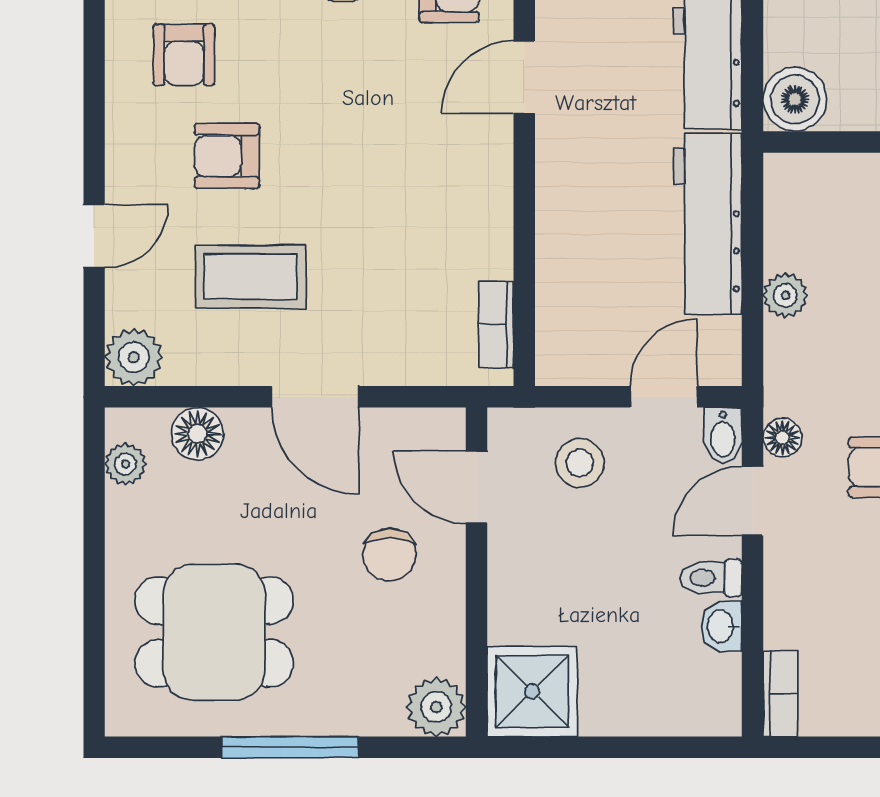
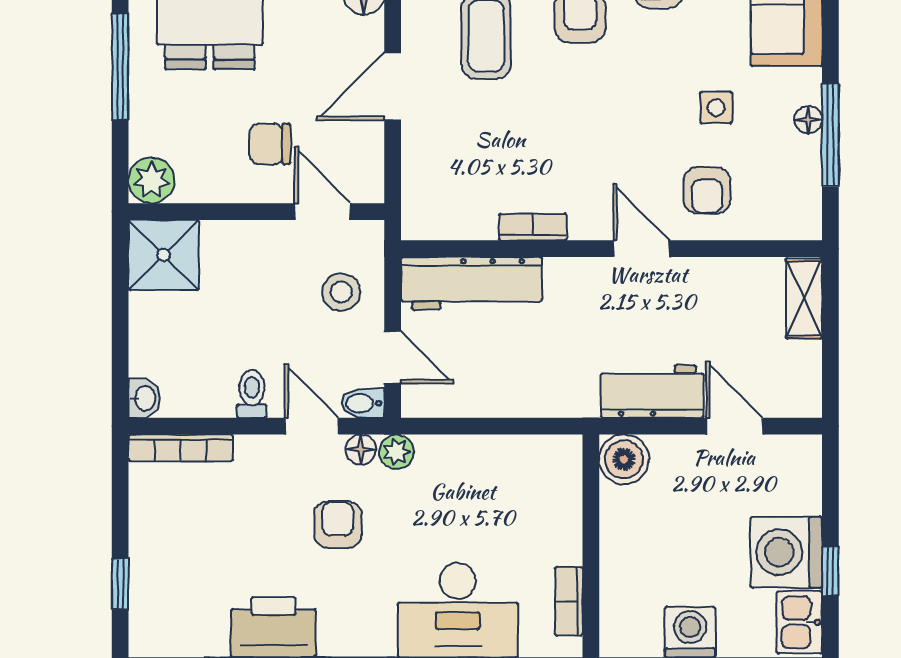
workbench: (708, 224) -> (471, 283), moved, turned 180
plant: (785, 295) -> (397, 452), moved
bookcase: (496, 325) -> (533, 227), moved
door: (476, 487) -> (323, 212), hinge flipped
washbasin: (721, 626) -> (144, 398), moved, turned 90
bookcase: (780, 694) -> (181, 448), width x1.56

